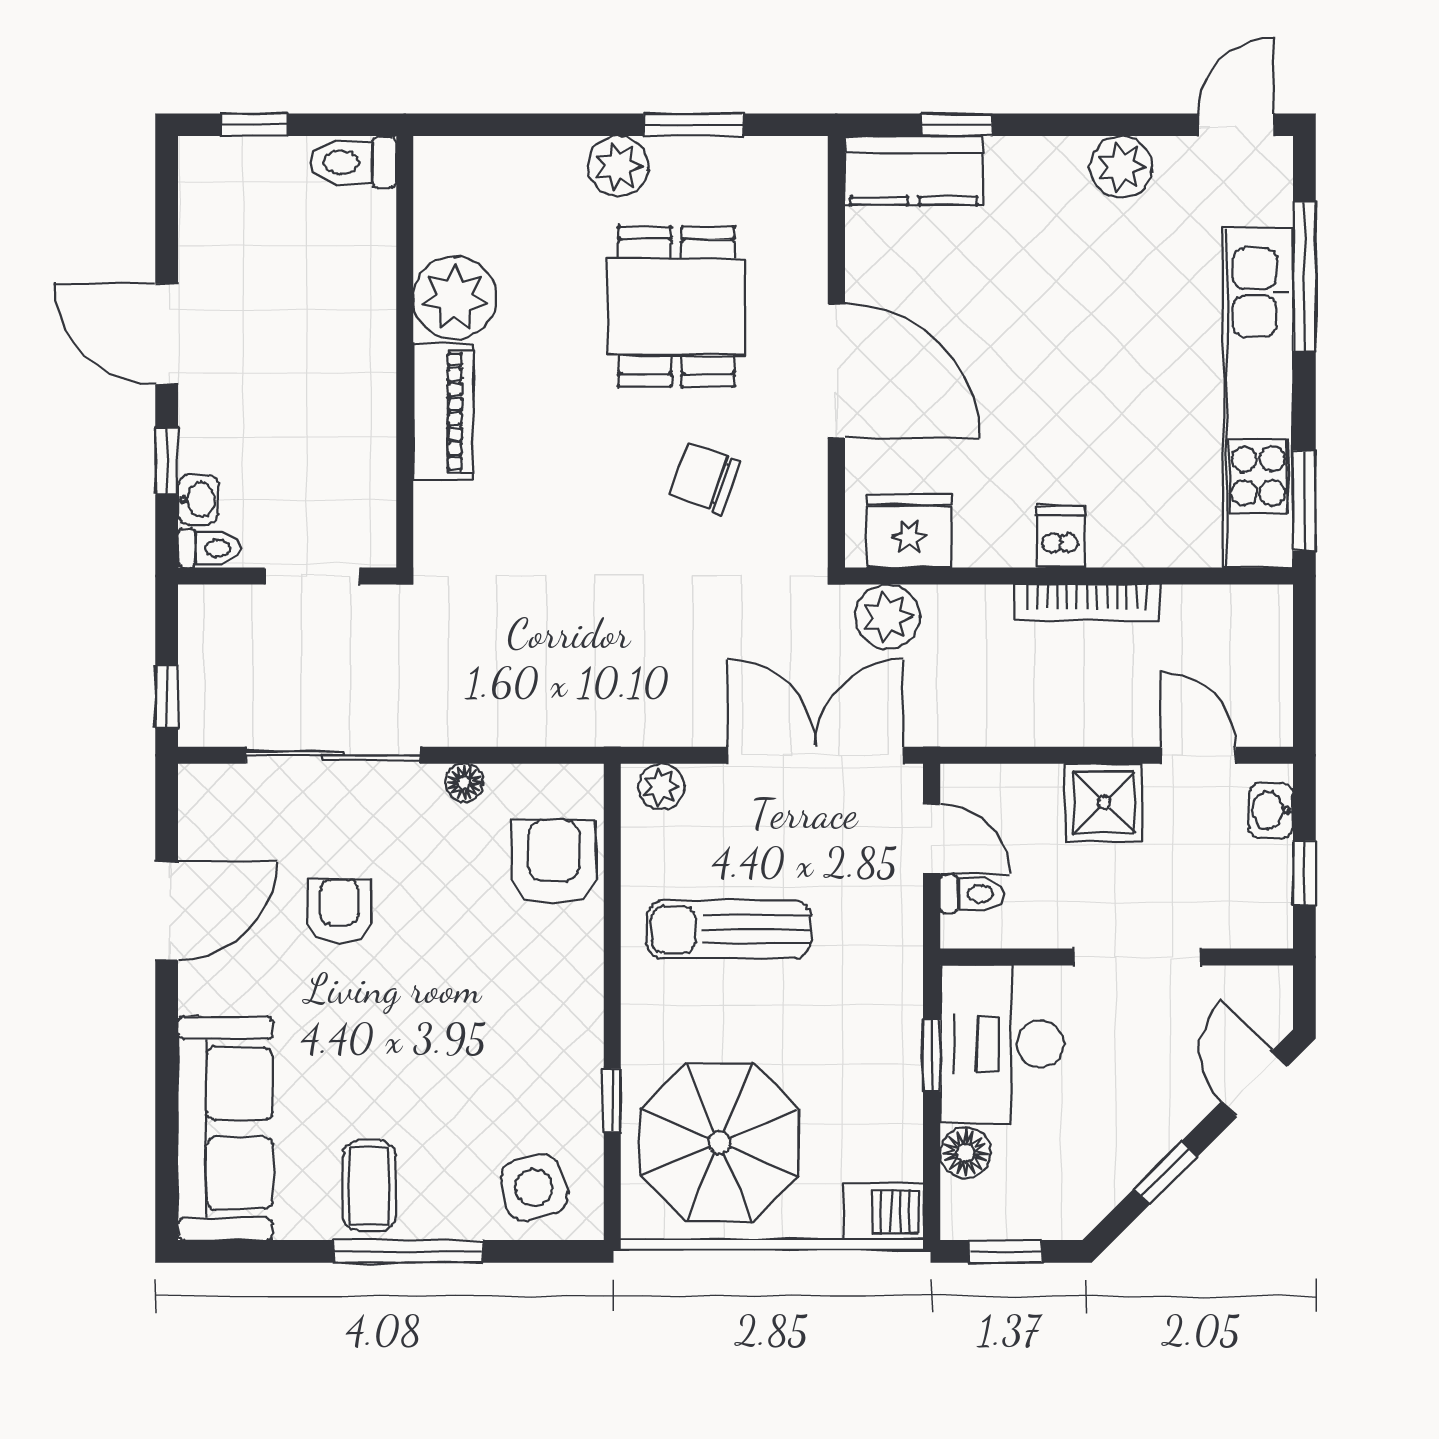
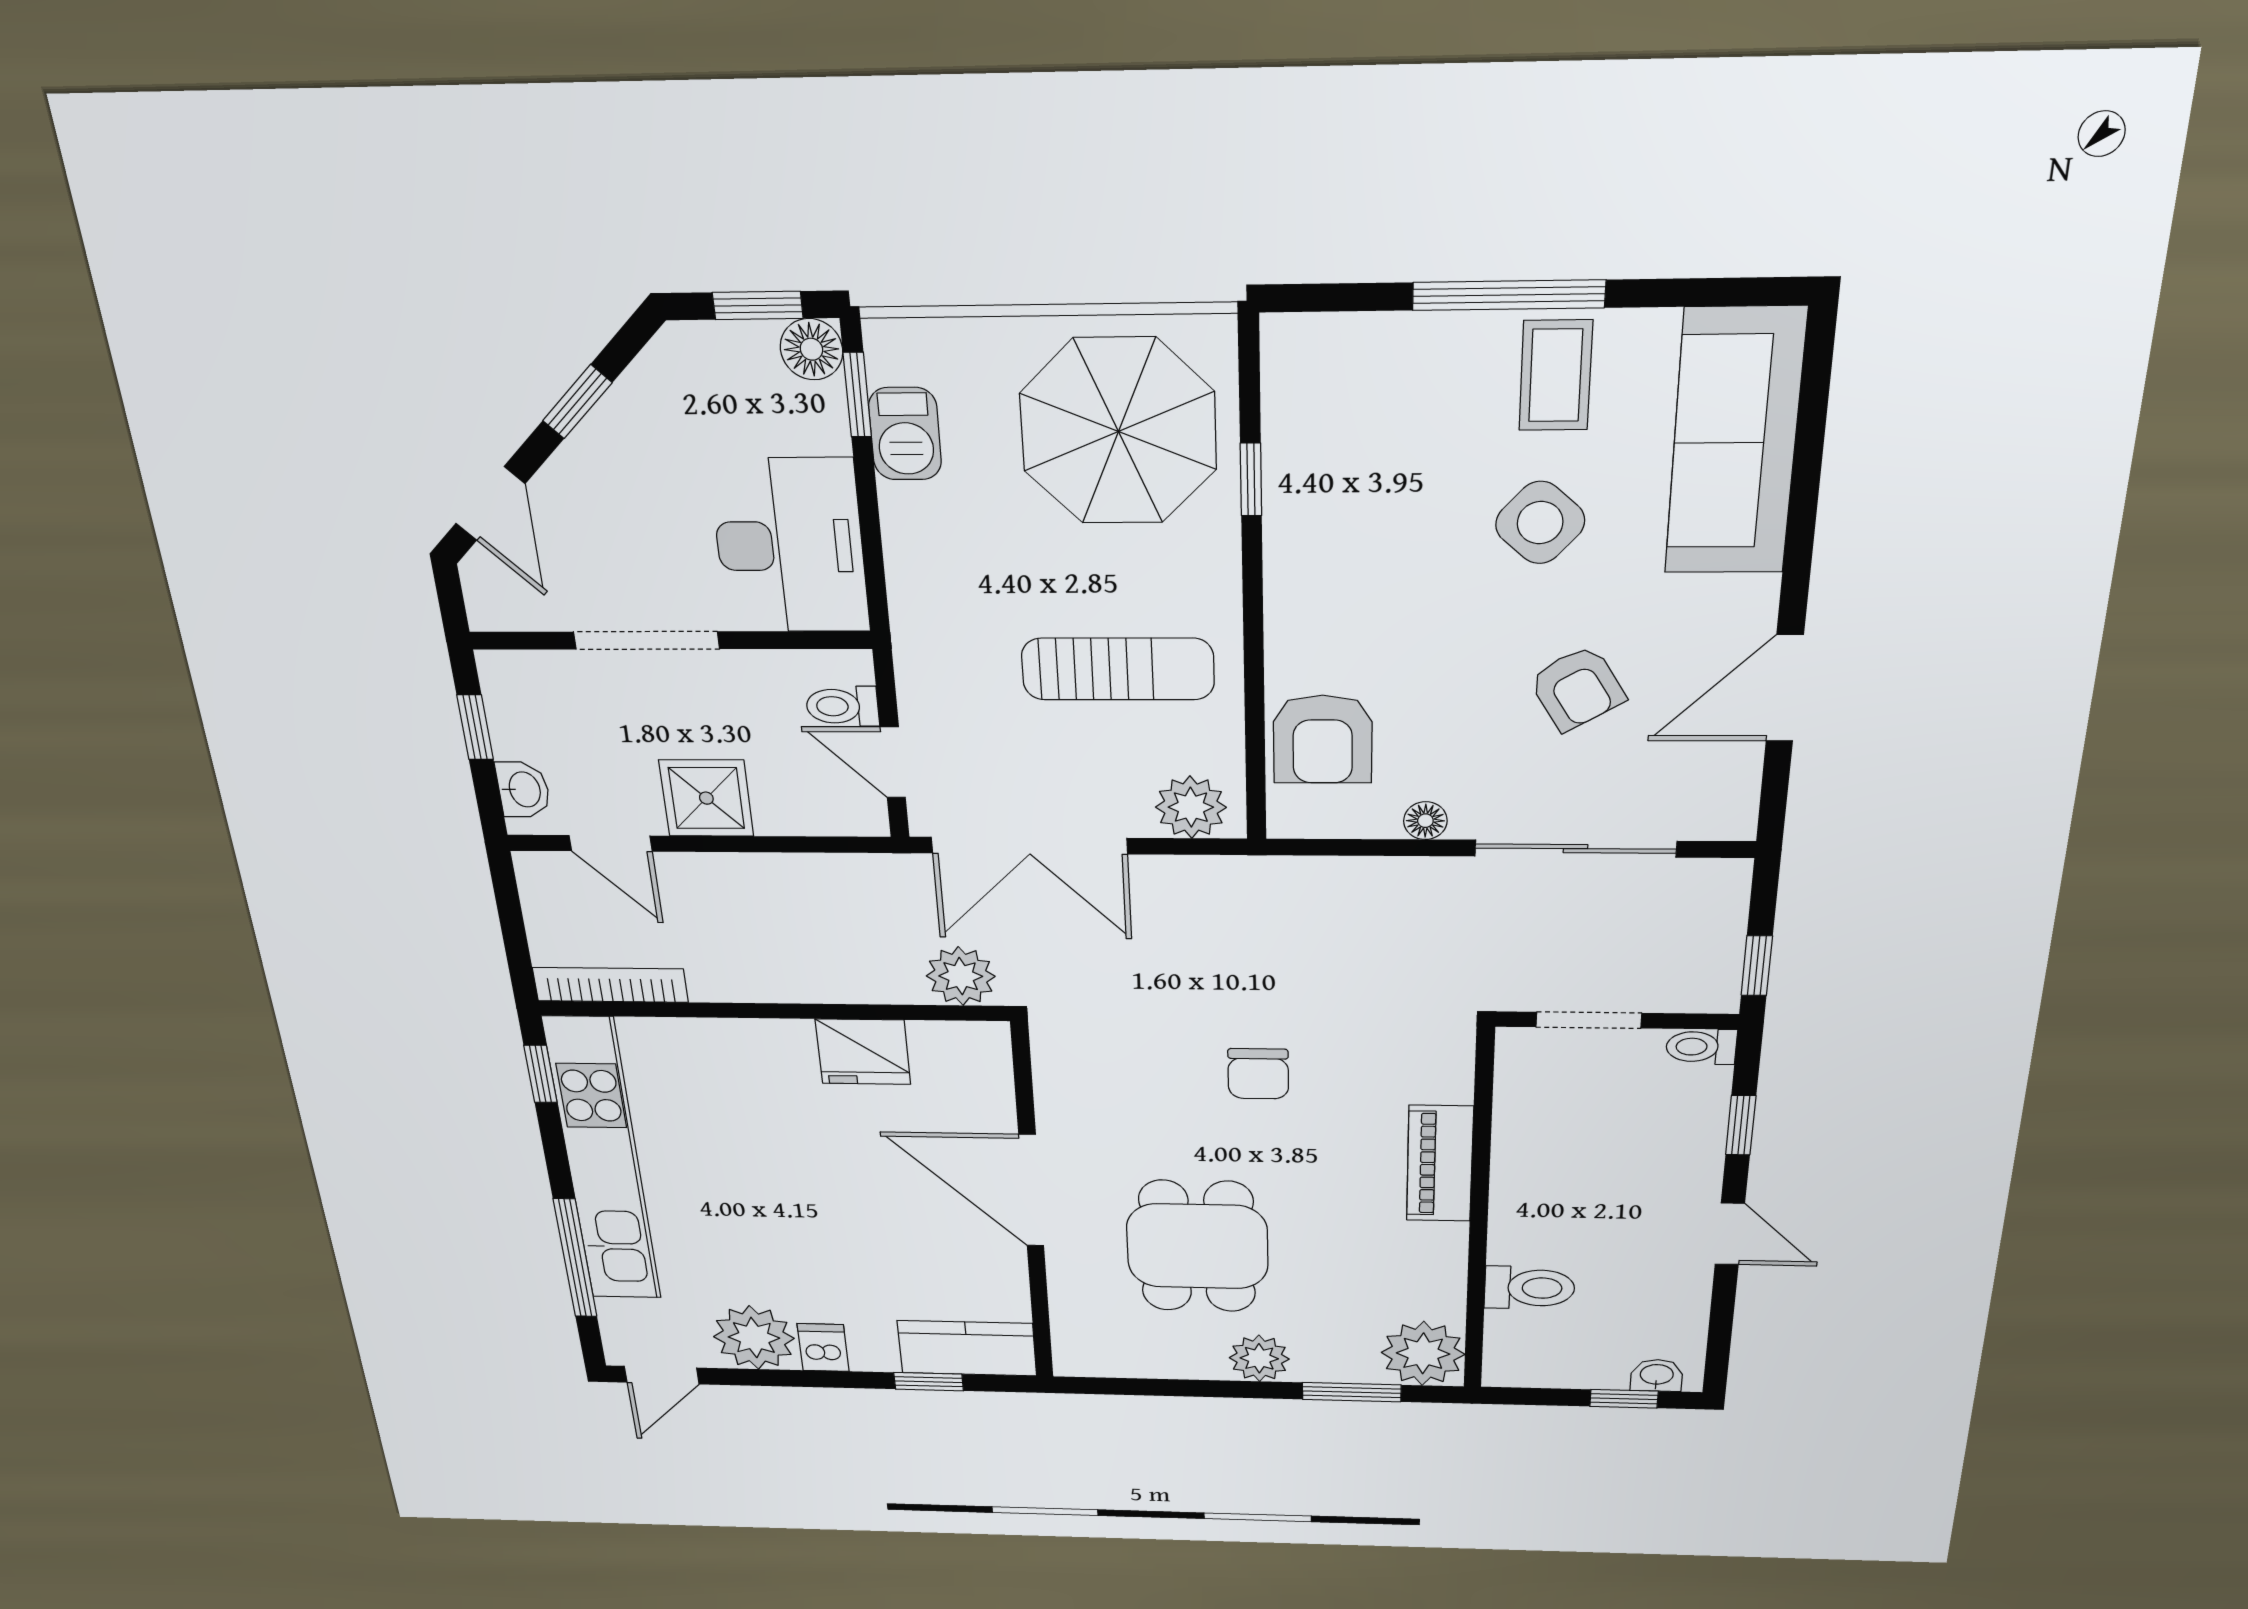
window: (693, 125) -> (1352, 1392), moved
toilet: (353, 162) -> (1529, 1288), moved
plant: (1122, 167) -> (754, 1338), width x1.36, depth x1.36
plant: (455, 298) -> (1423, 1353), moved
door: (167, 334) -> (1730, 1234), width x0.73
chair: (705, 478) -> (1258, 1074), moved, turned 70
washbasin: (198, 500) -> (1657, 1375), moved, turned 90
window: (1304, 500) -> (540, 1074), width x0.67
fridge: (909, 531) -> (863, 1052), moved
dishwasher: (1061, 537) -> (823, 1348), moved, turned 180
bookcase: (1087, 603) -> (610, 985), moved
window: (167, 696) -> (1757, 966), moved
plant: (661, 787) -> (1191, 807), width x1.38, depth x1.38
armchair: (339, 911) -> (1577, 688), turned -31
window: (932, 1056) -> (857, 395), moved
floor lamp: (966, 1153) -> (811, 349), moved
side table: (534, 1188) -> (1540, 523), moved, turned -33
barbecue: (884, 1212) -> (905, 434), moved, turned -90

